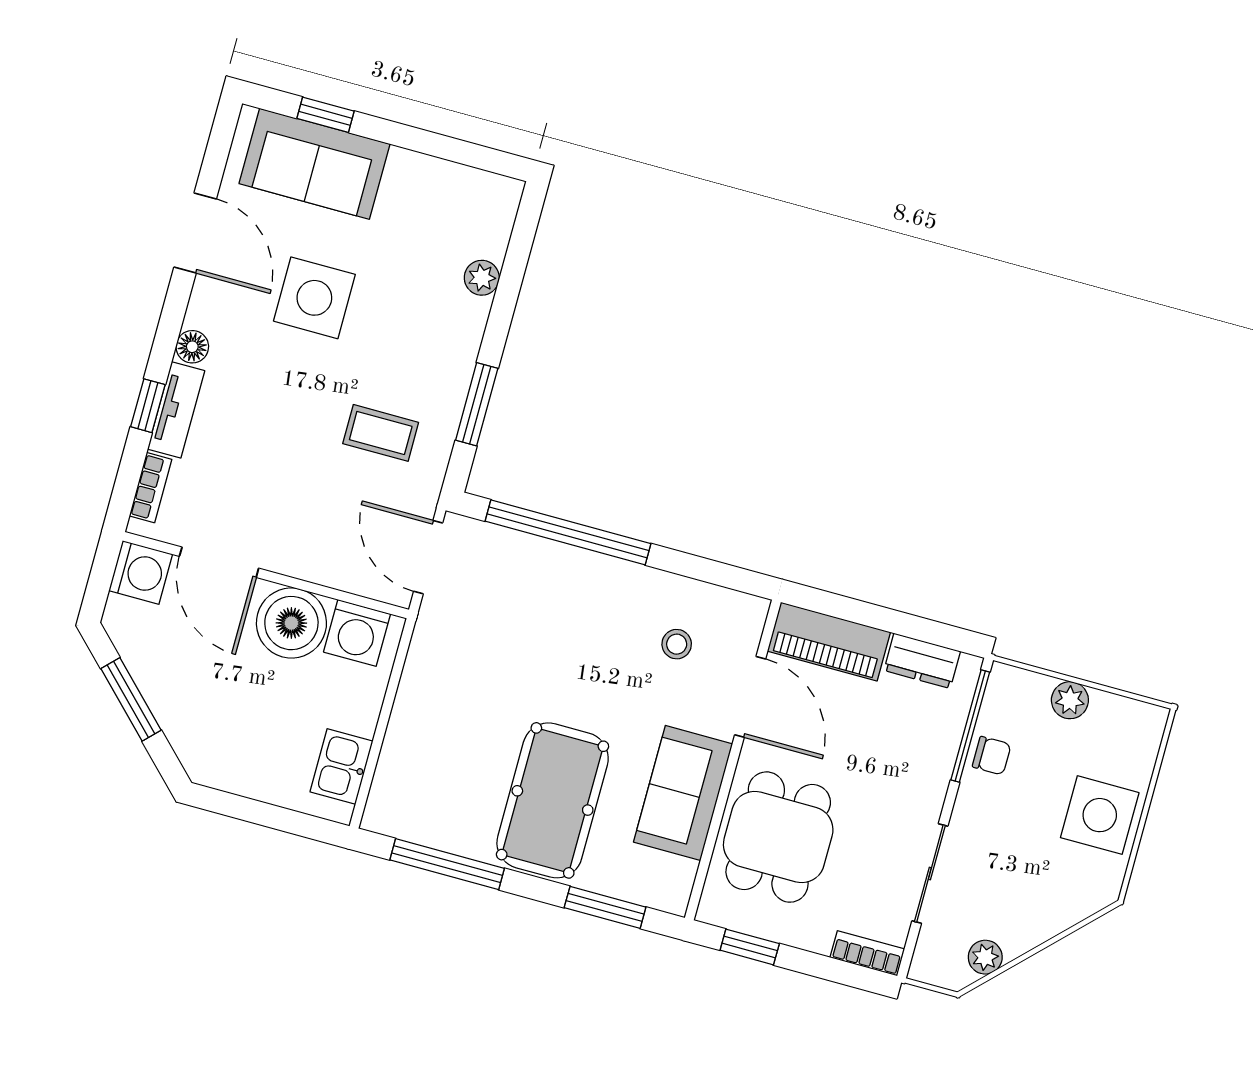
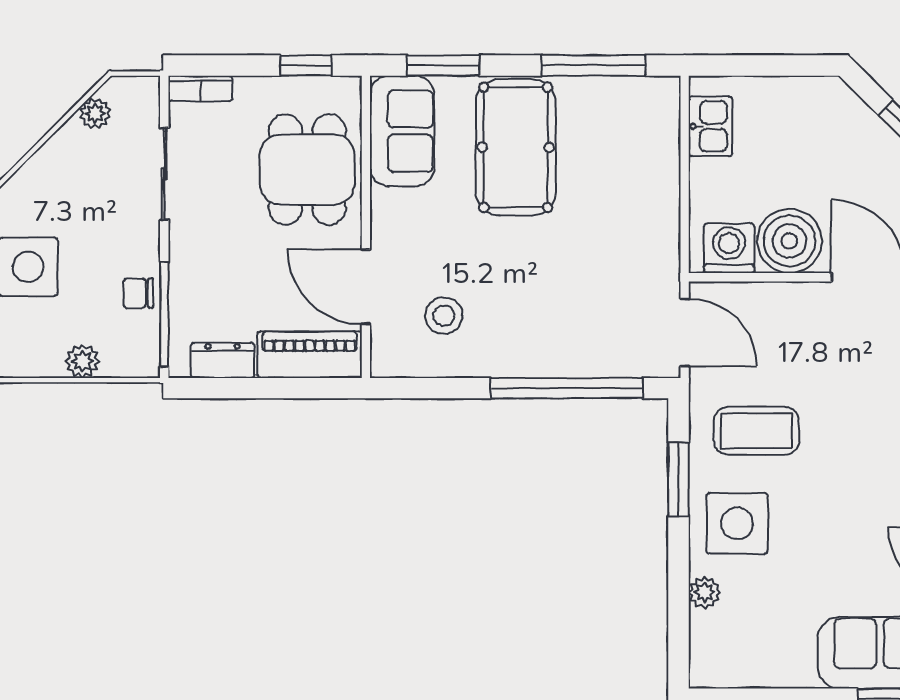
side table: (314, 298) -> (737, 523), moved
coffee table: (381, 433) -> (757, 431), width x1.36, depth x1.30
stool: (677, 644) -> (444, 316), width x1.37, depth x1.37
sofa: (683, 793) -> (402, 131), moved

